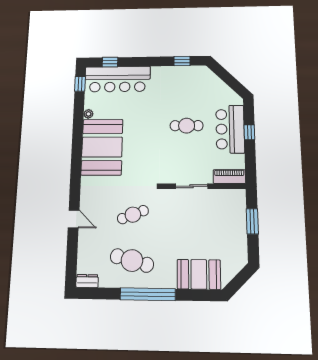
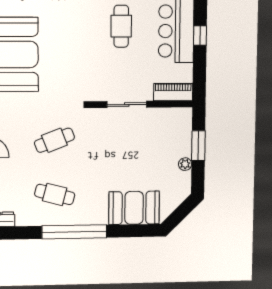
cafe table: (187, 126) -> (121, 26), turned 90
plant: (242, 237) -> (185, 164), added
cafe table: (132, 260) -> (55, 194), width x0.73, depth x0.74

